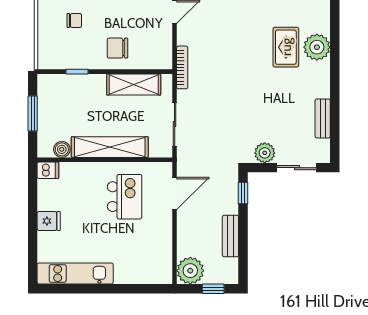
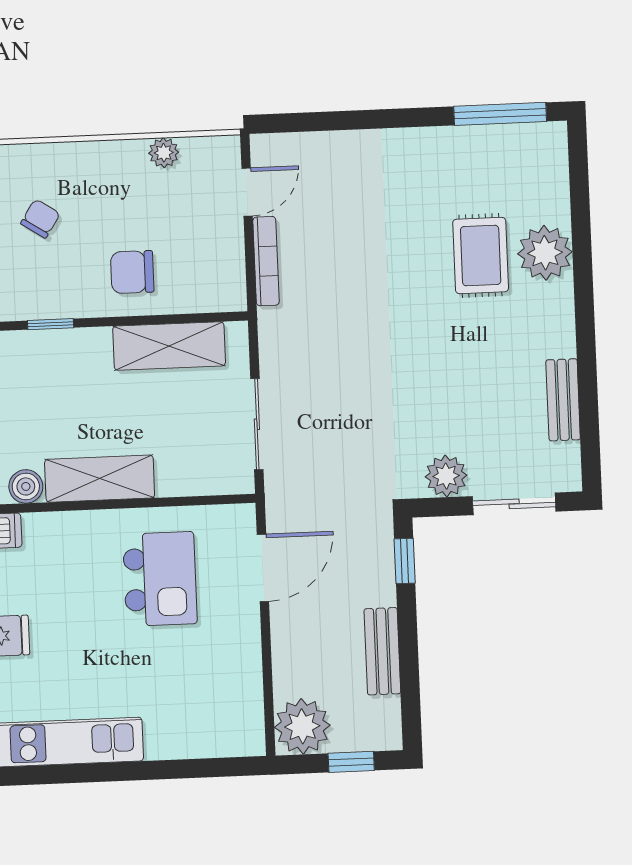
chair: (74, 20) -> (40, 219), turned -57
bookcase: (182, 67) -> (266, 261), moved
shelving: (110, 147) -> (100, 479), width x0.68

